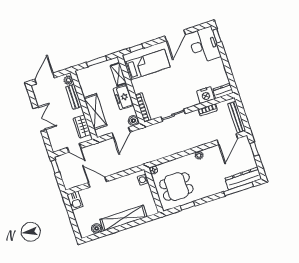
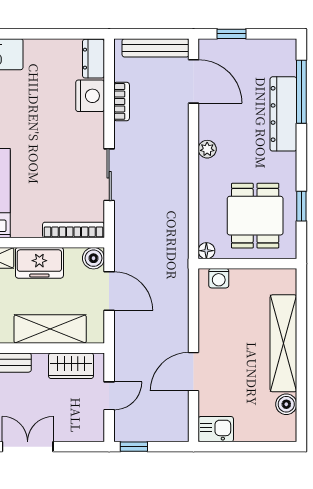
dresser: (243, 179) -> (283, 114), moved

